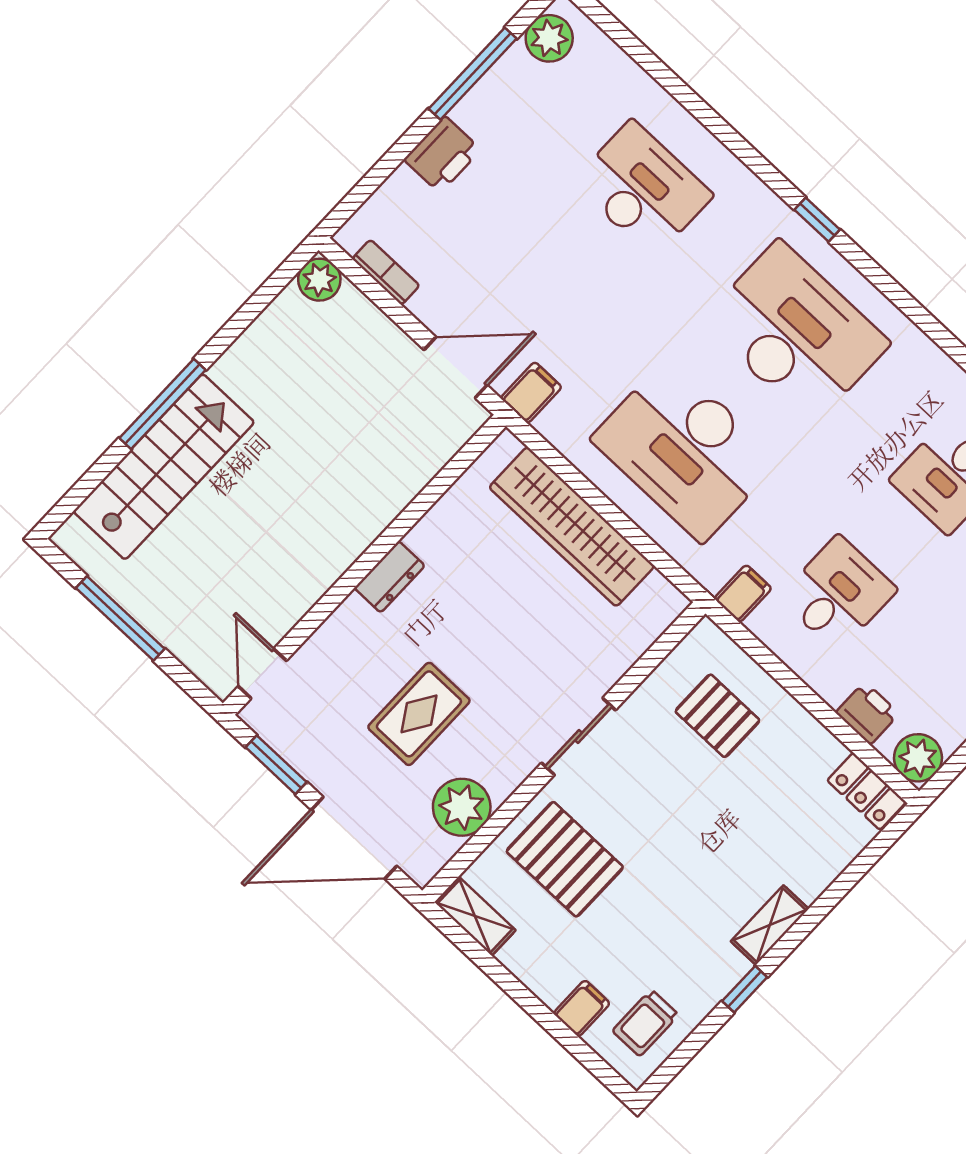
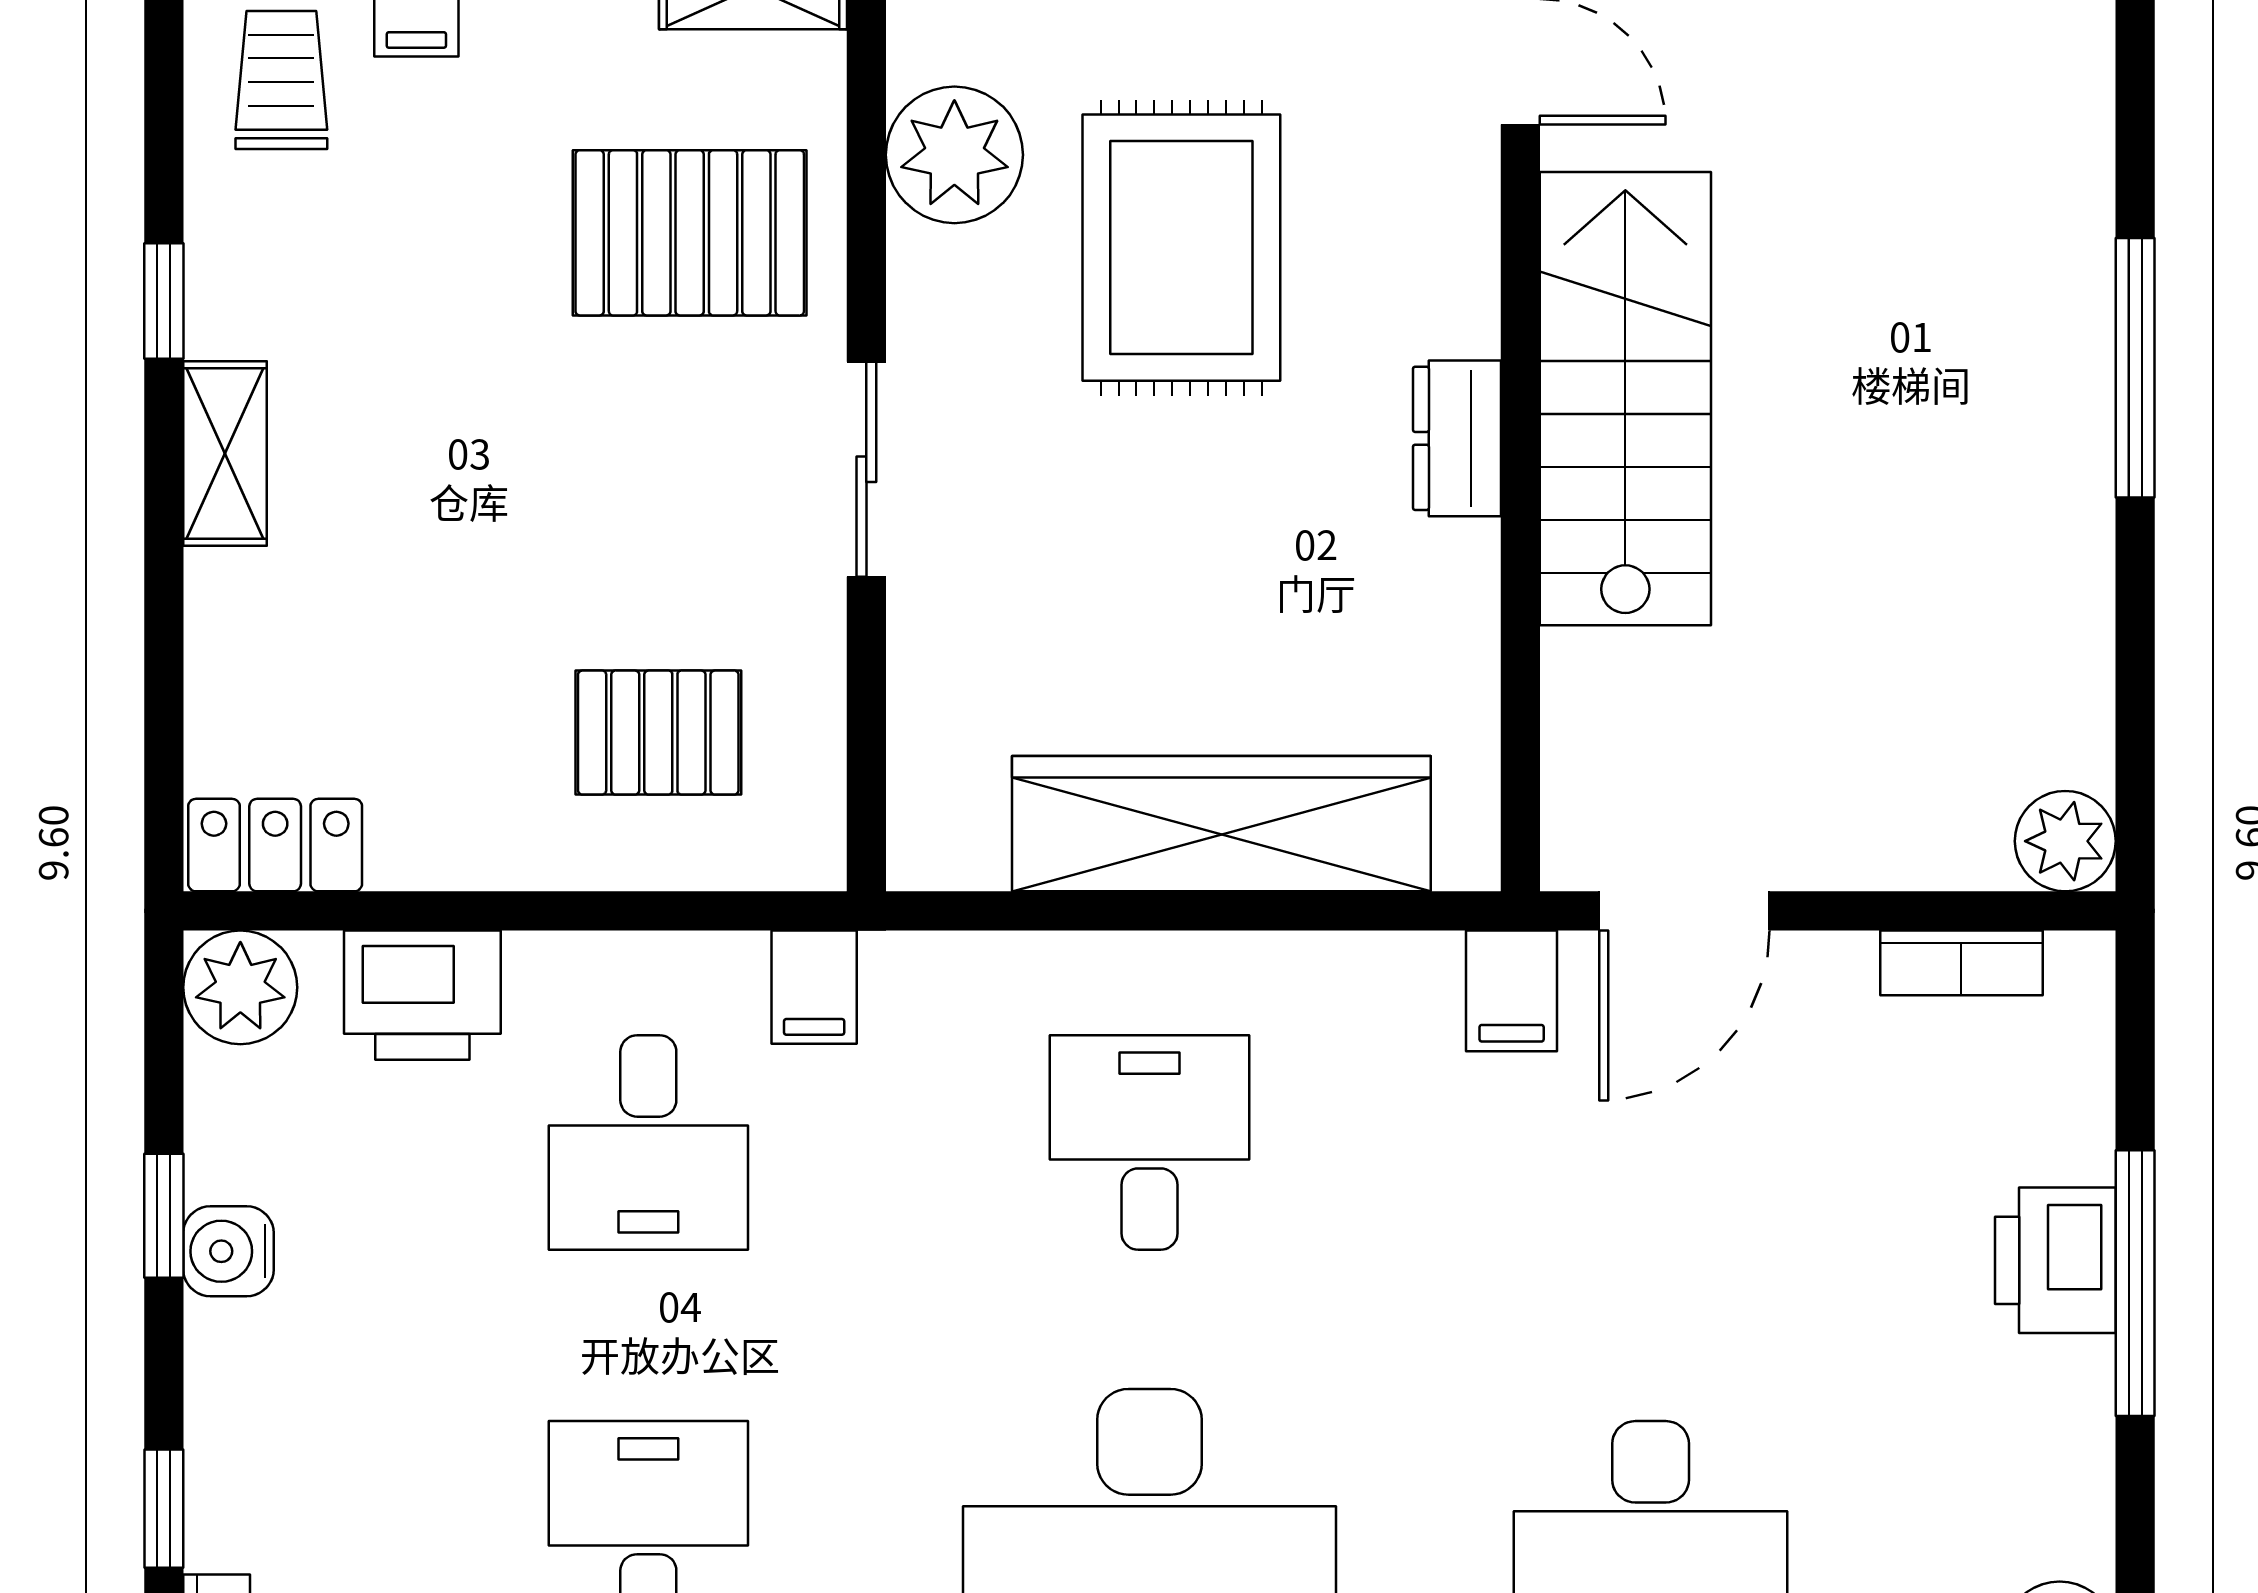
window: (473, 74) -> (2135, 1283), moved
desk: (685, 450) -> (1149, 1143), width x0.53, depth x0.77
stairs: (164, 467) -> (1625, 399), moved, turned 180
printer: (867, 713) -> (422, 995), width x1.36, depth x1.24
rug: (419, 714) -> (1181, 248), width x1.36, depth x1.43

